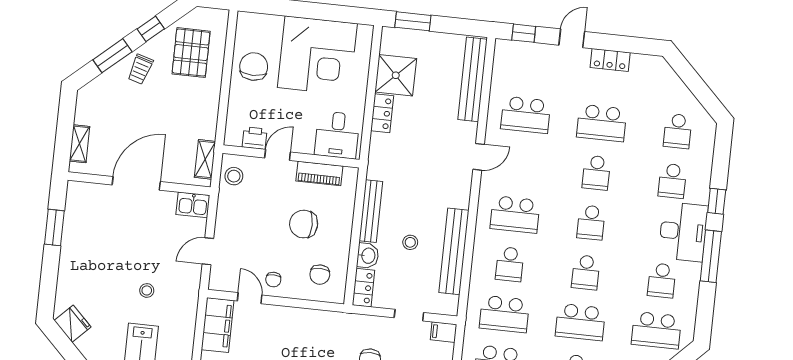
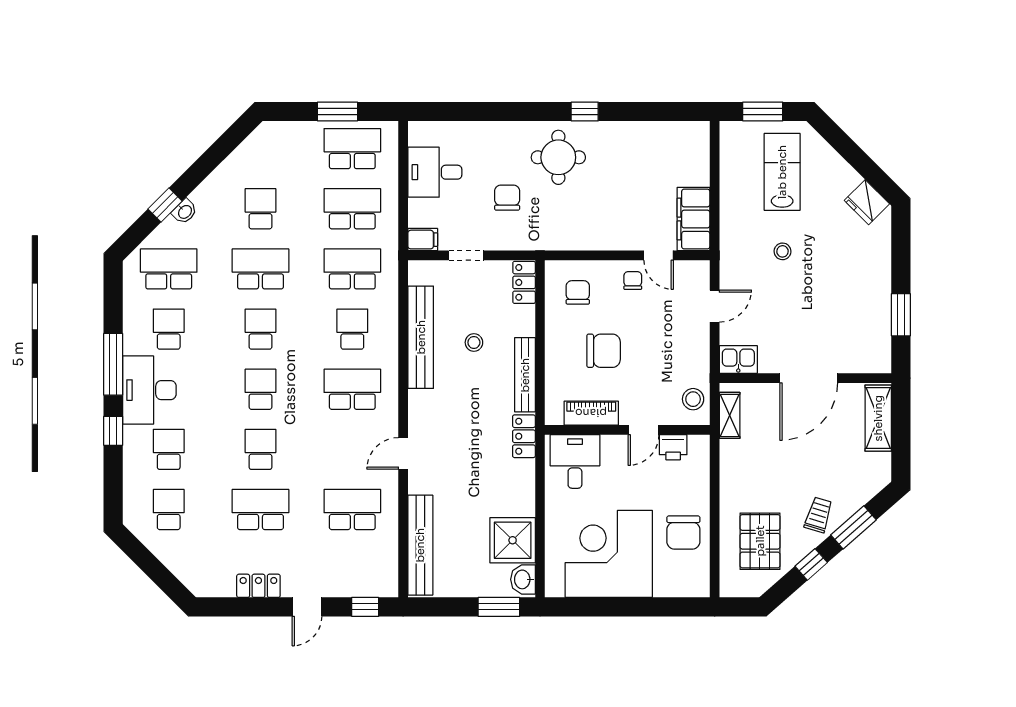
locker: (382, 113) -> (524, 436), moved
shelving: (80, 144) -> (878, 418), width x1.50, depth x1.33
washbasin: (368, 256) -> (523, 579), moved

